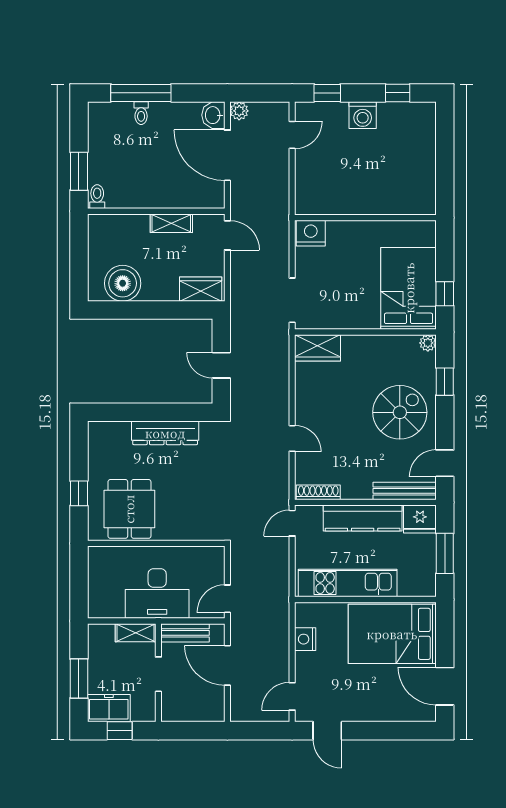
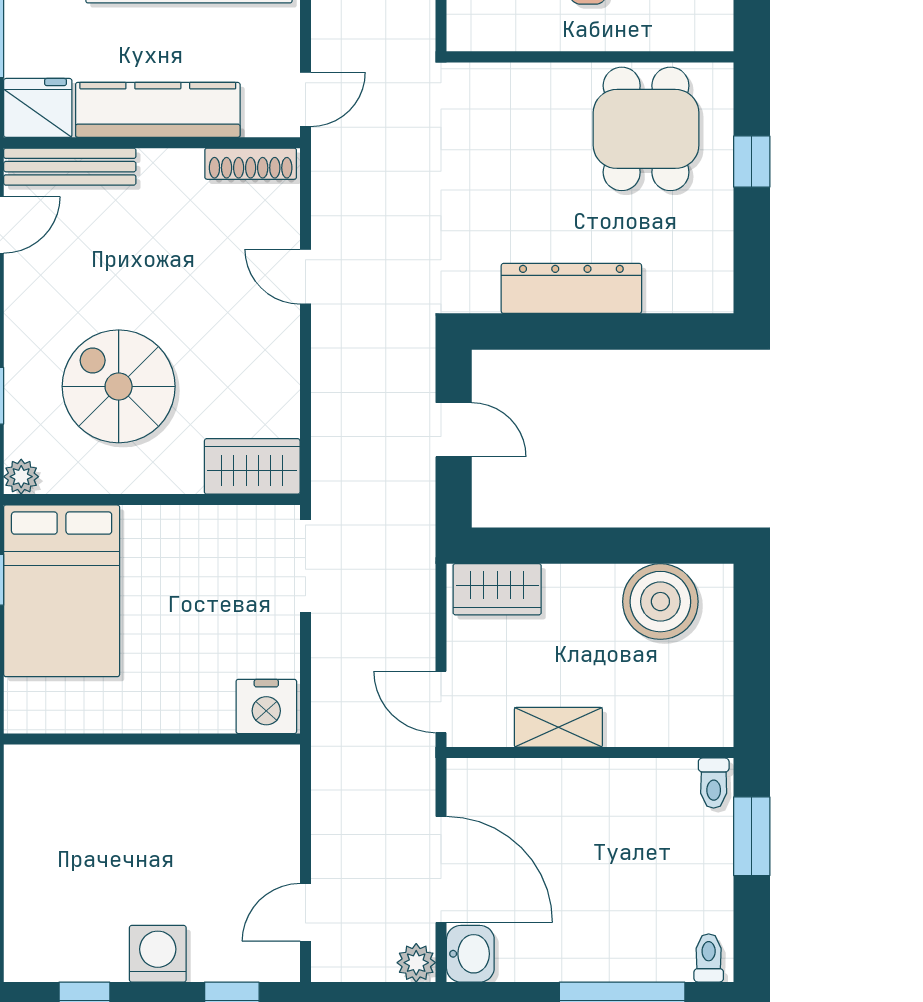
toilet: (141, 113) -> (709, 958), moved
spiral stairs: (400, 412) -> (119, 386), moved, turned 90

